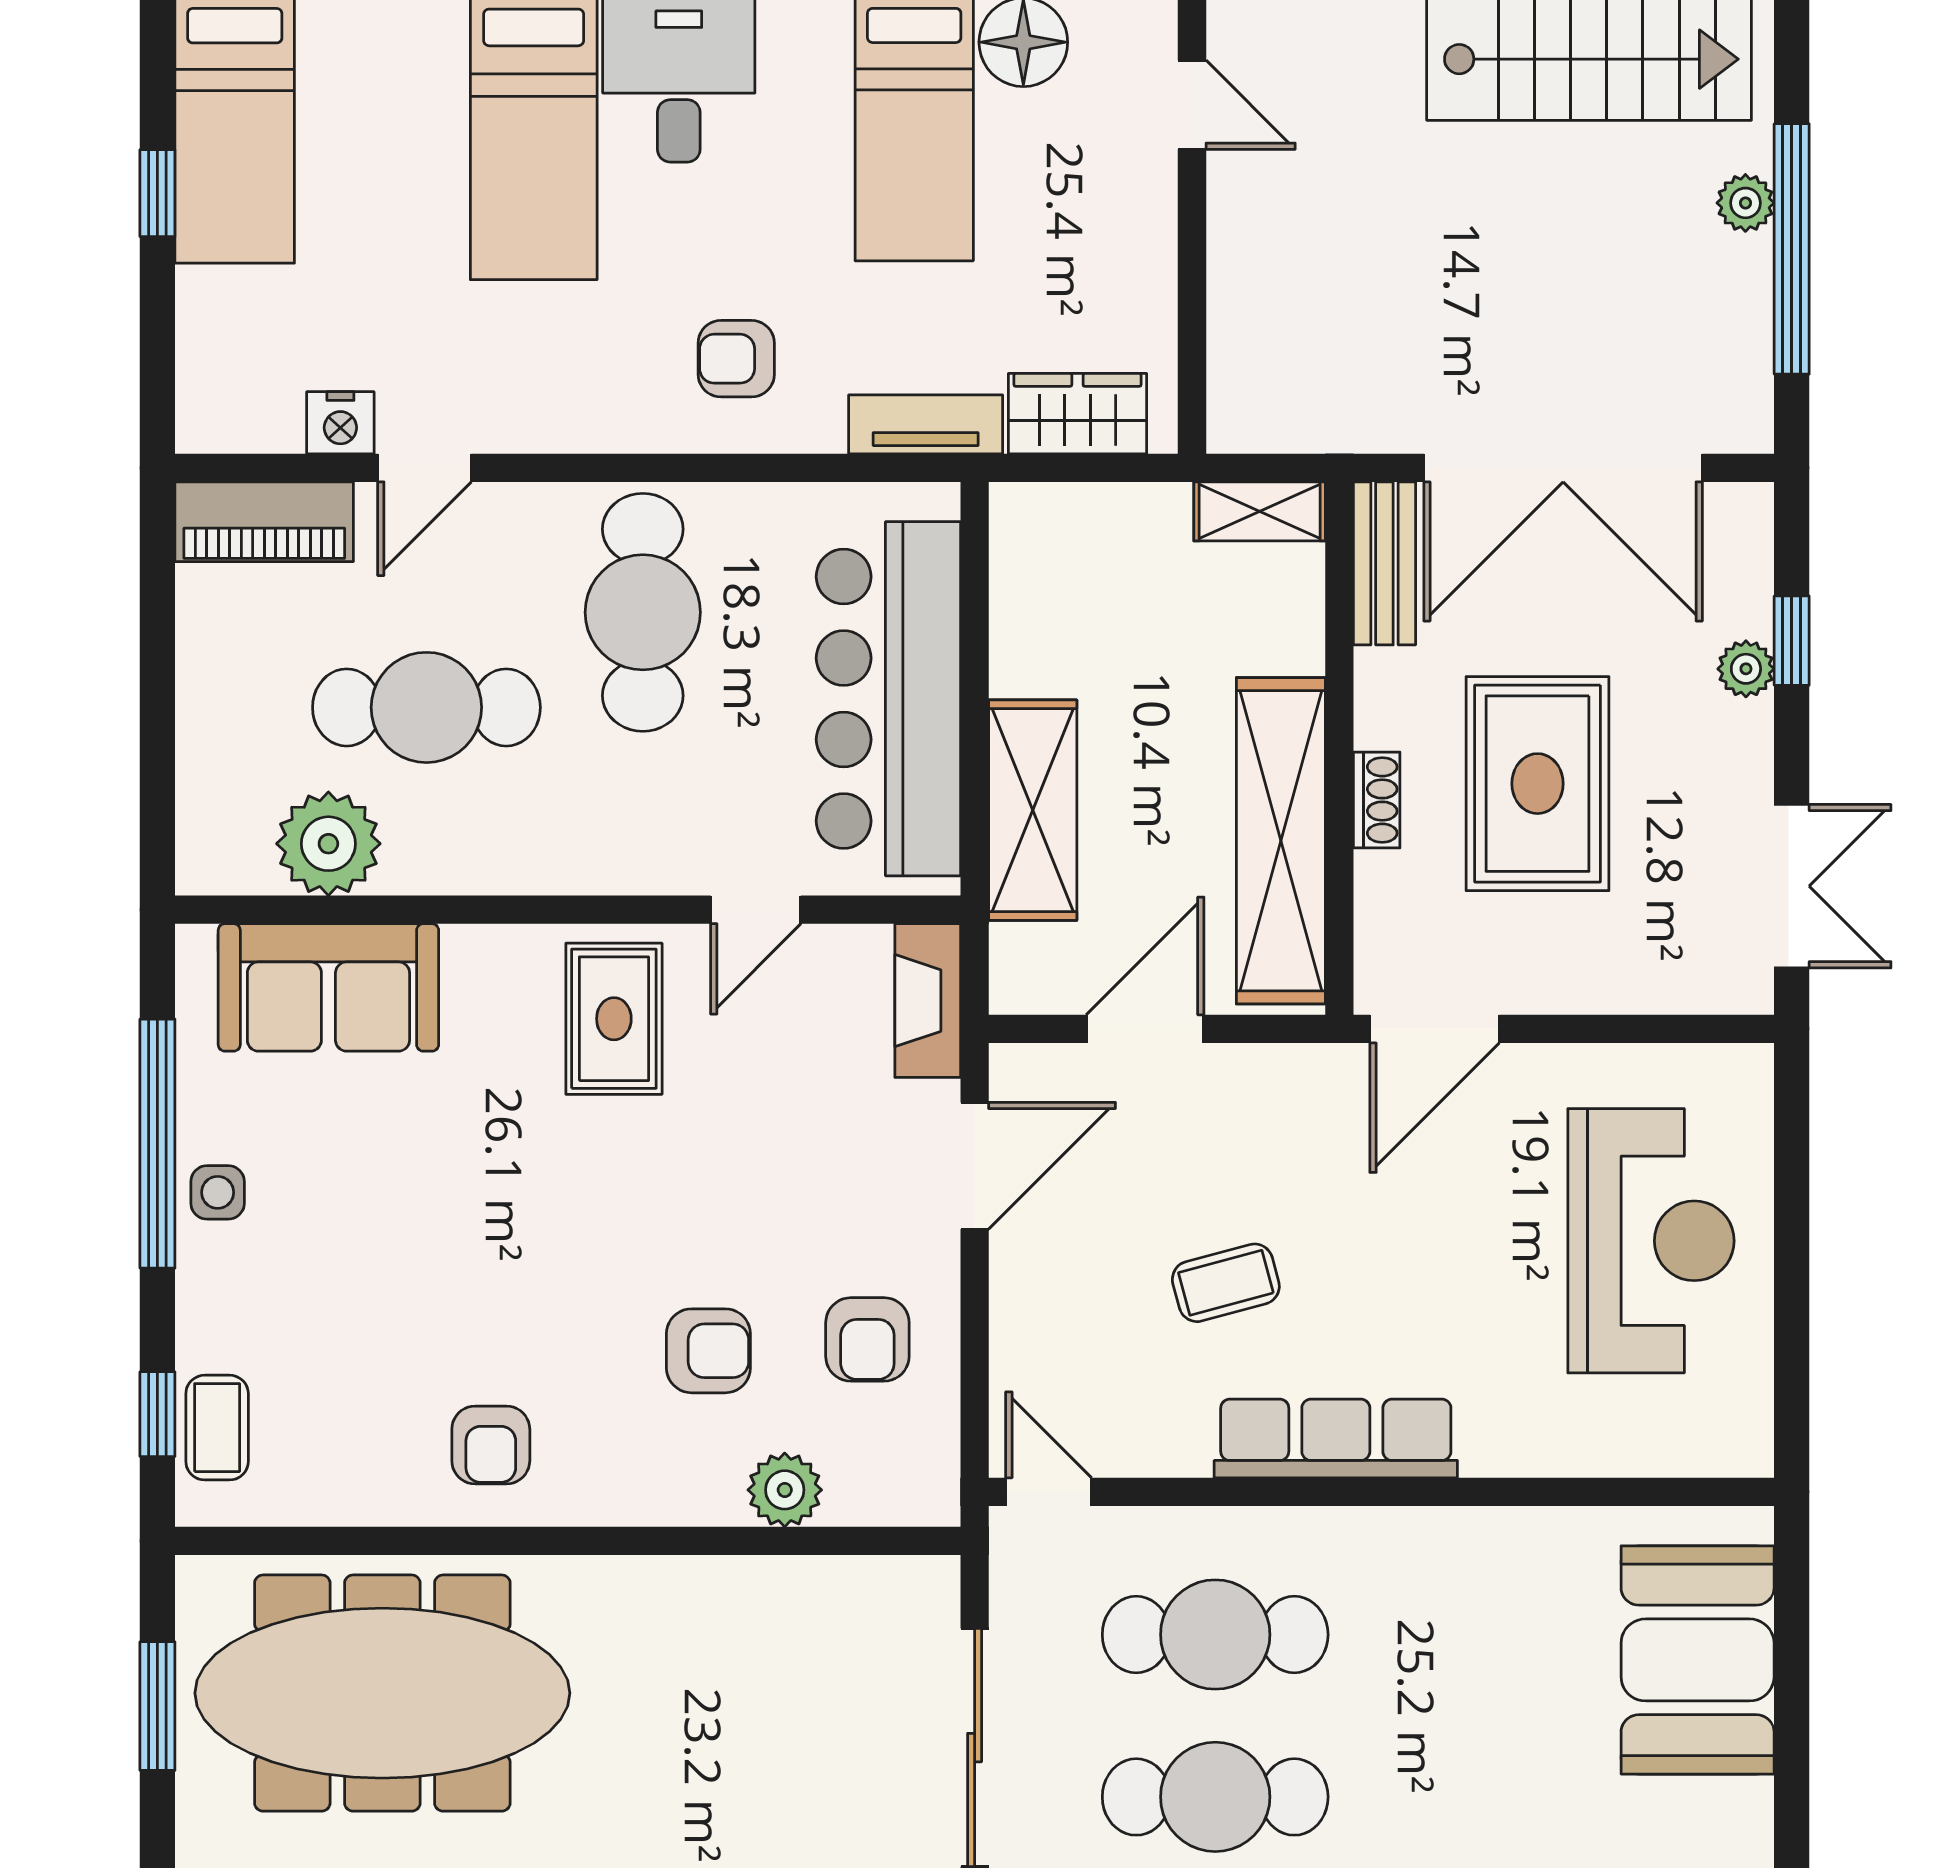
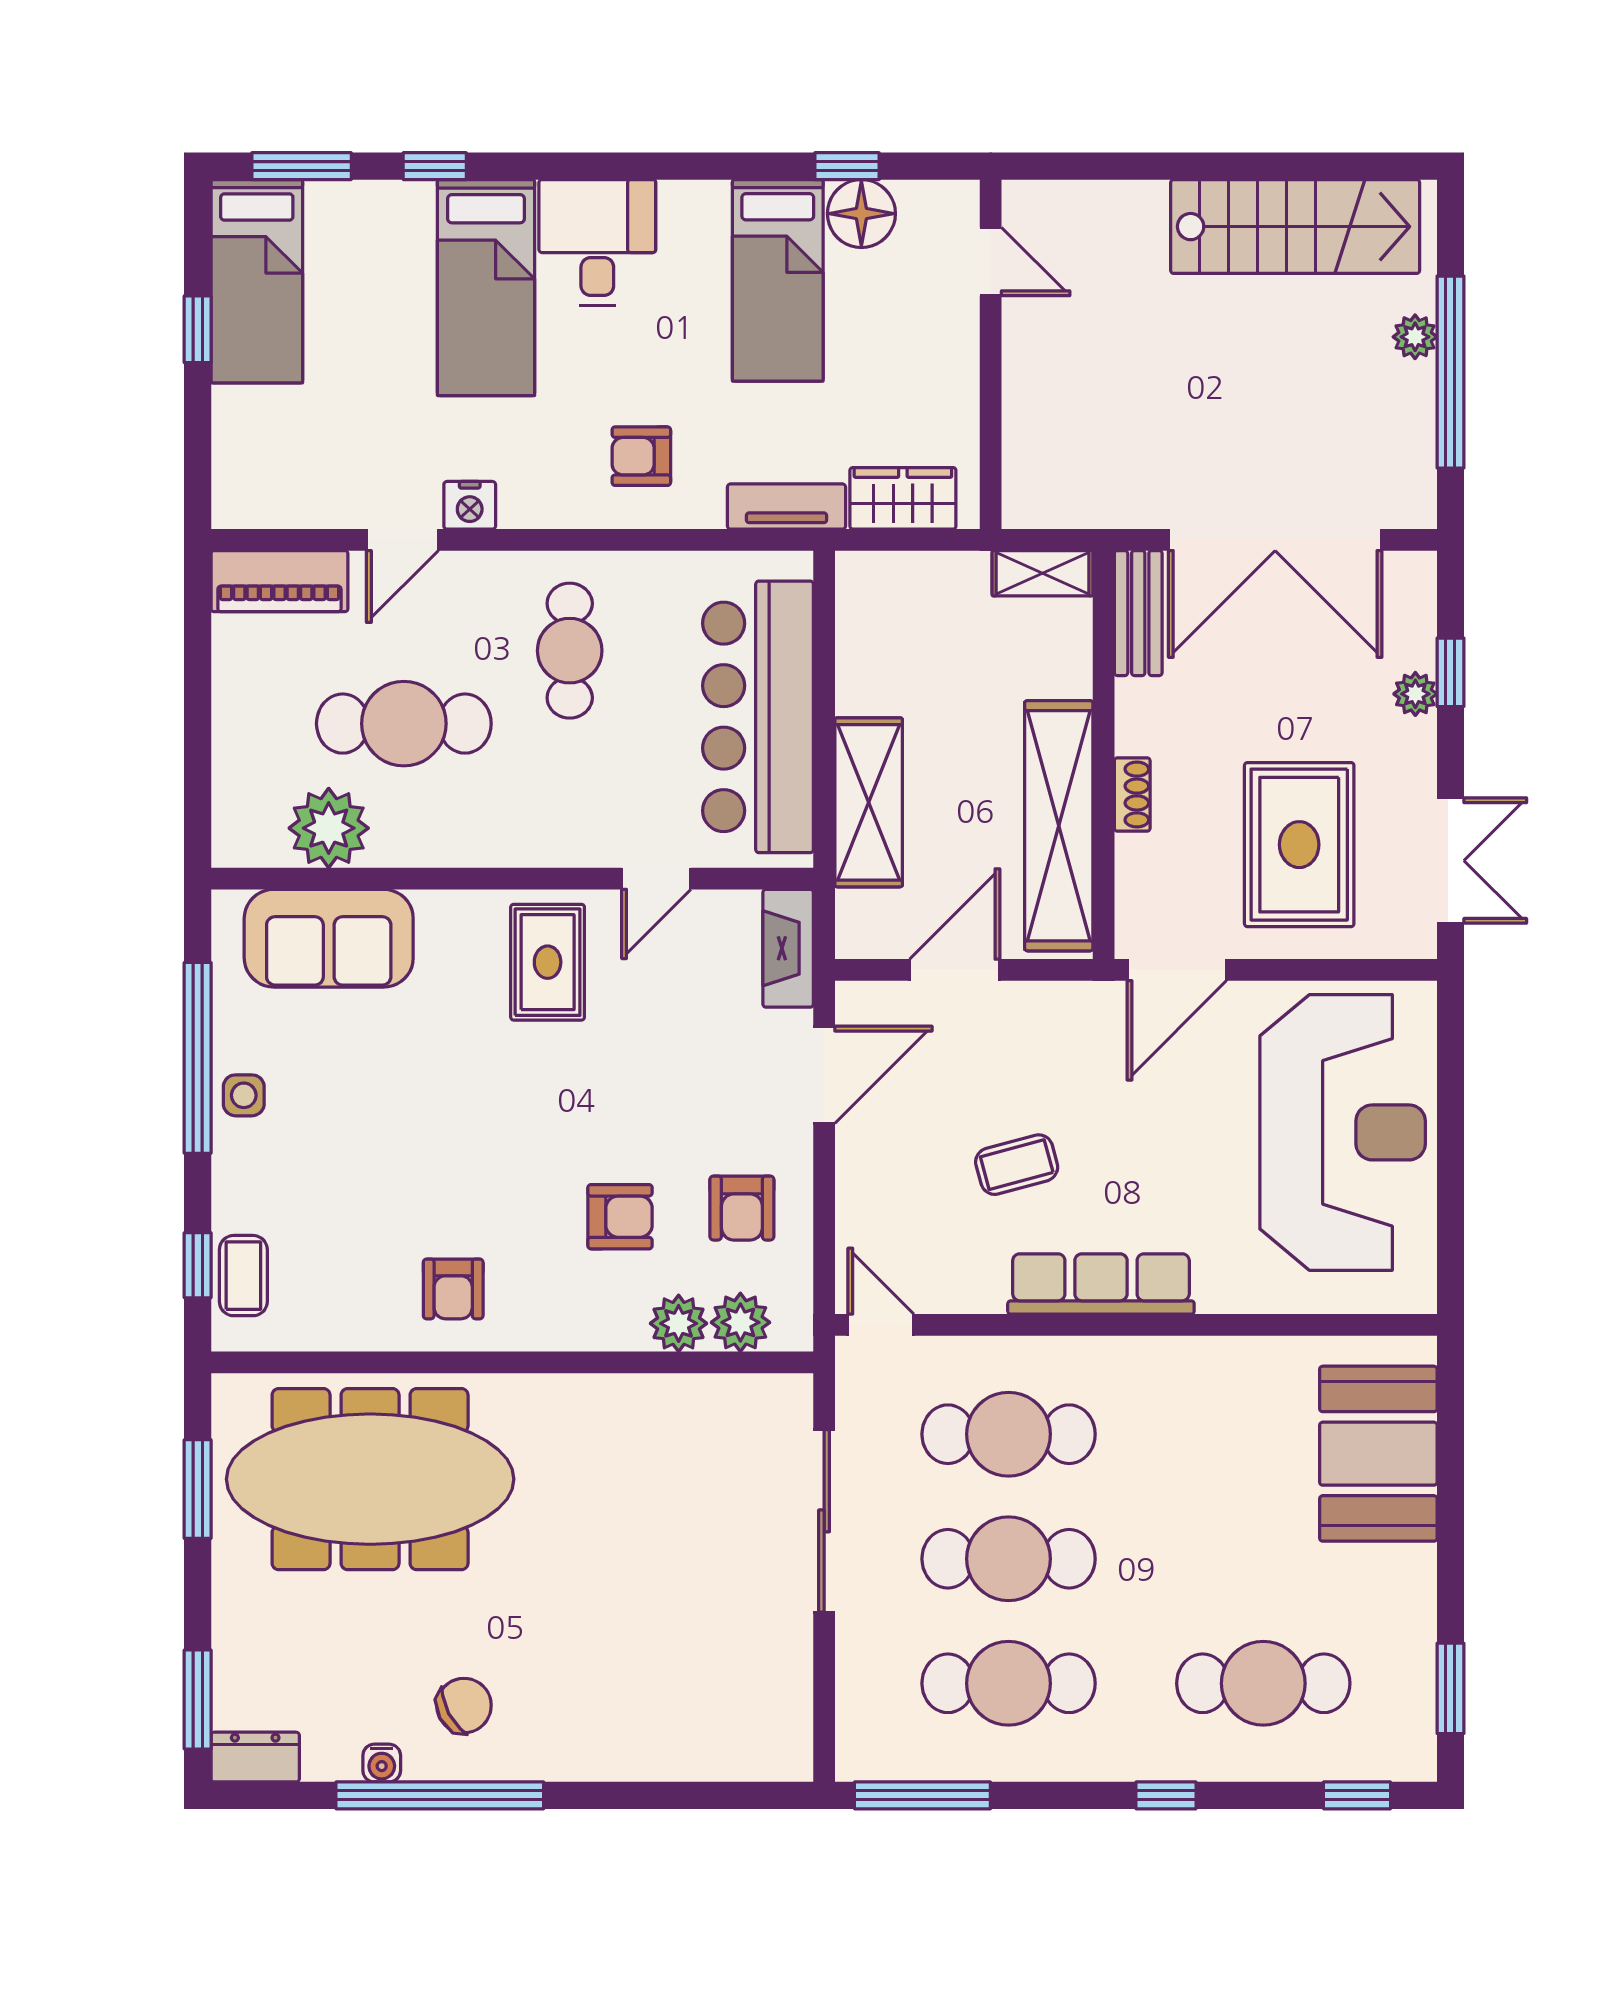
nightstand: (340, 423) -> (470, 505), moved
cafe table: (643, 612) -> (570, 651), width x0.73, depth x0.74
rug: (1537, 784) -> (1299, 845), moved
reception desk: (1651, 1241) -> (1343, 1132), width x1.36, depth x1.30
plant: (866, 1489) -> (740, 1322), added

